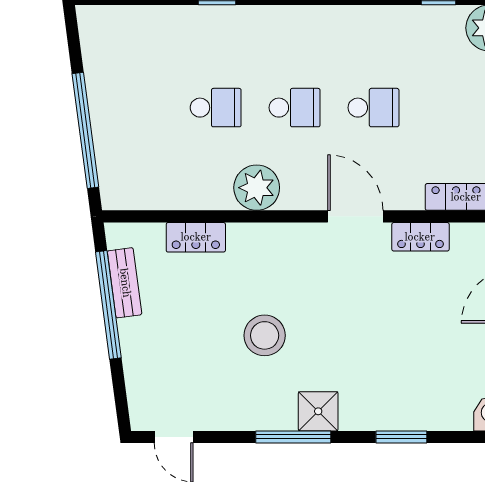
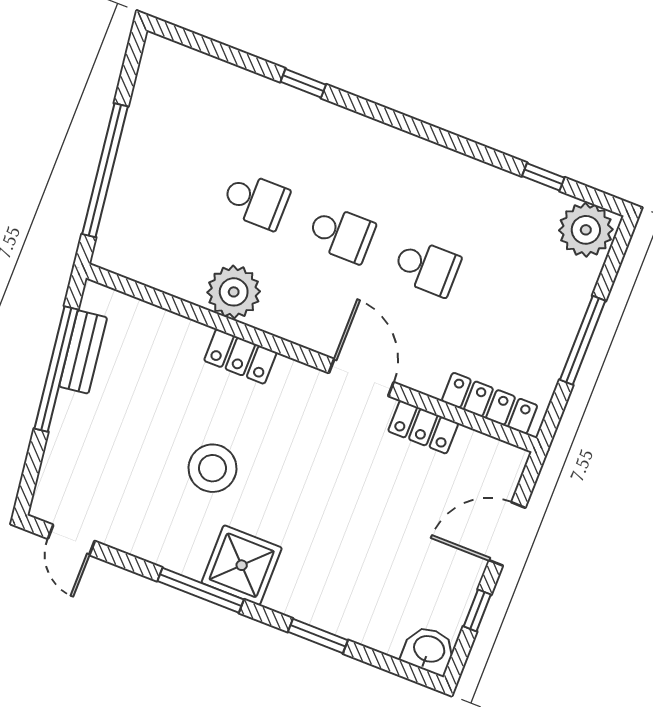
plant: (257, 188) -> (234, 292), moved
locker: (196, 237) -> (240, 356), moved
shower: (318, 411) -> (242, 565), width x1.36, depth x1.36

